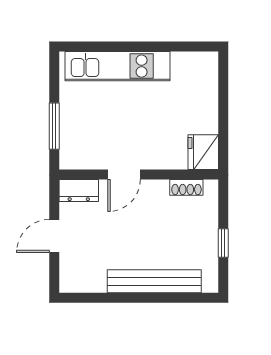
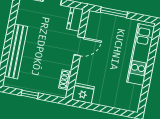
door: (124, 175) -> (79, 46), swing flipped

